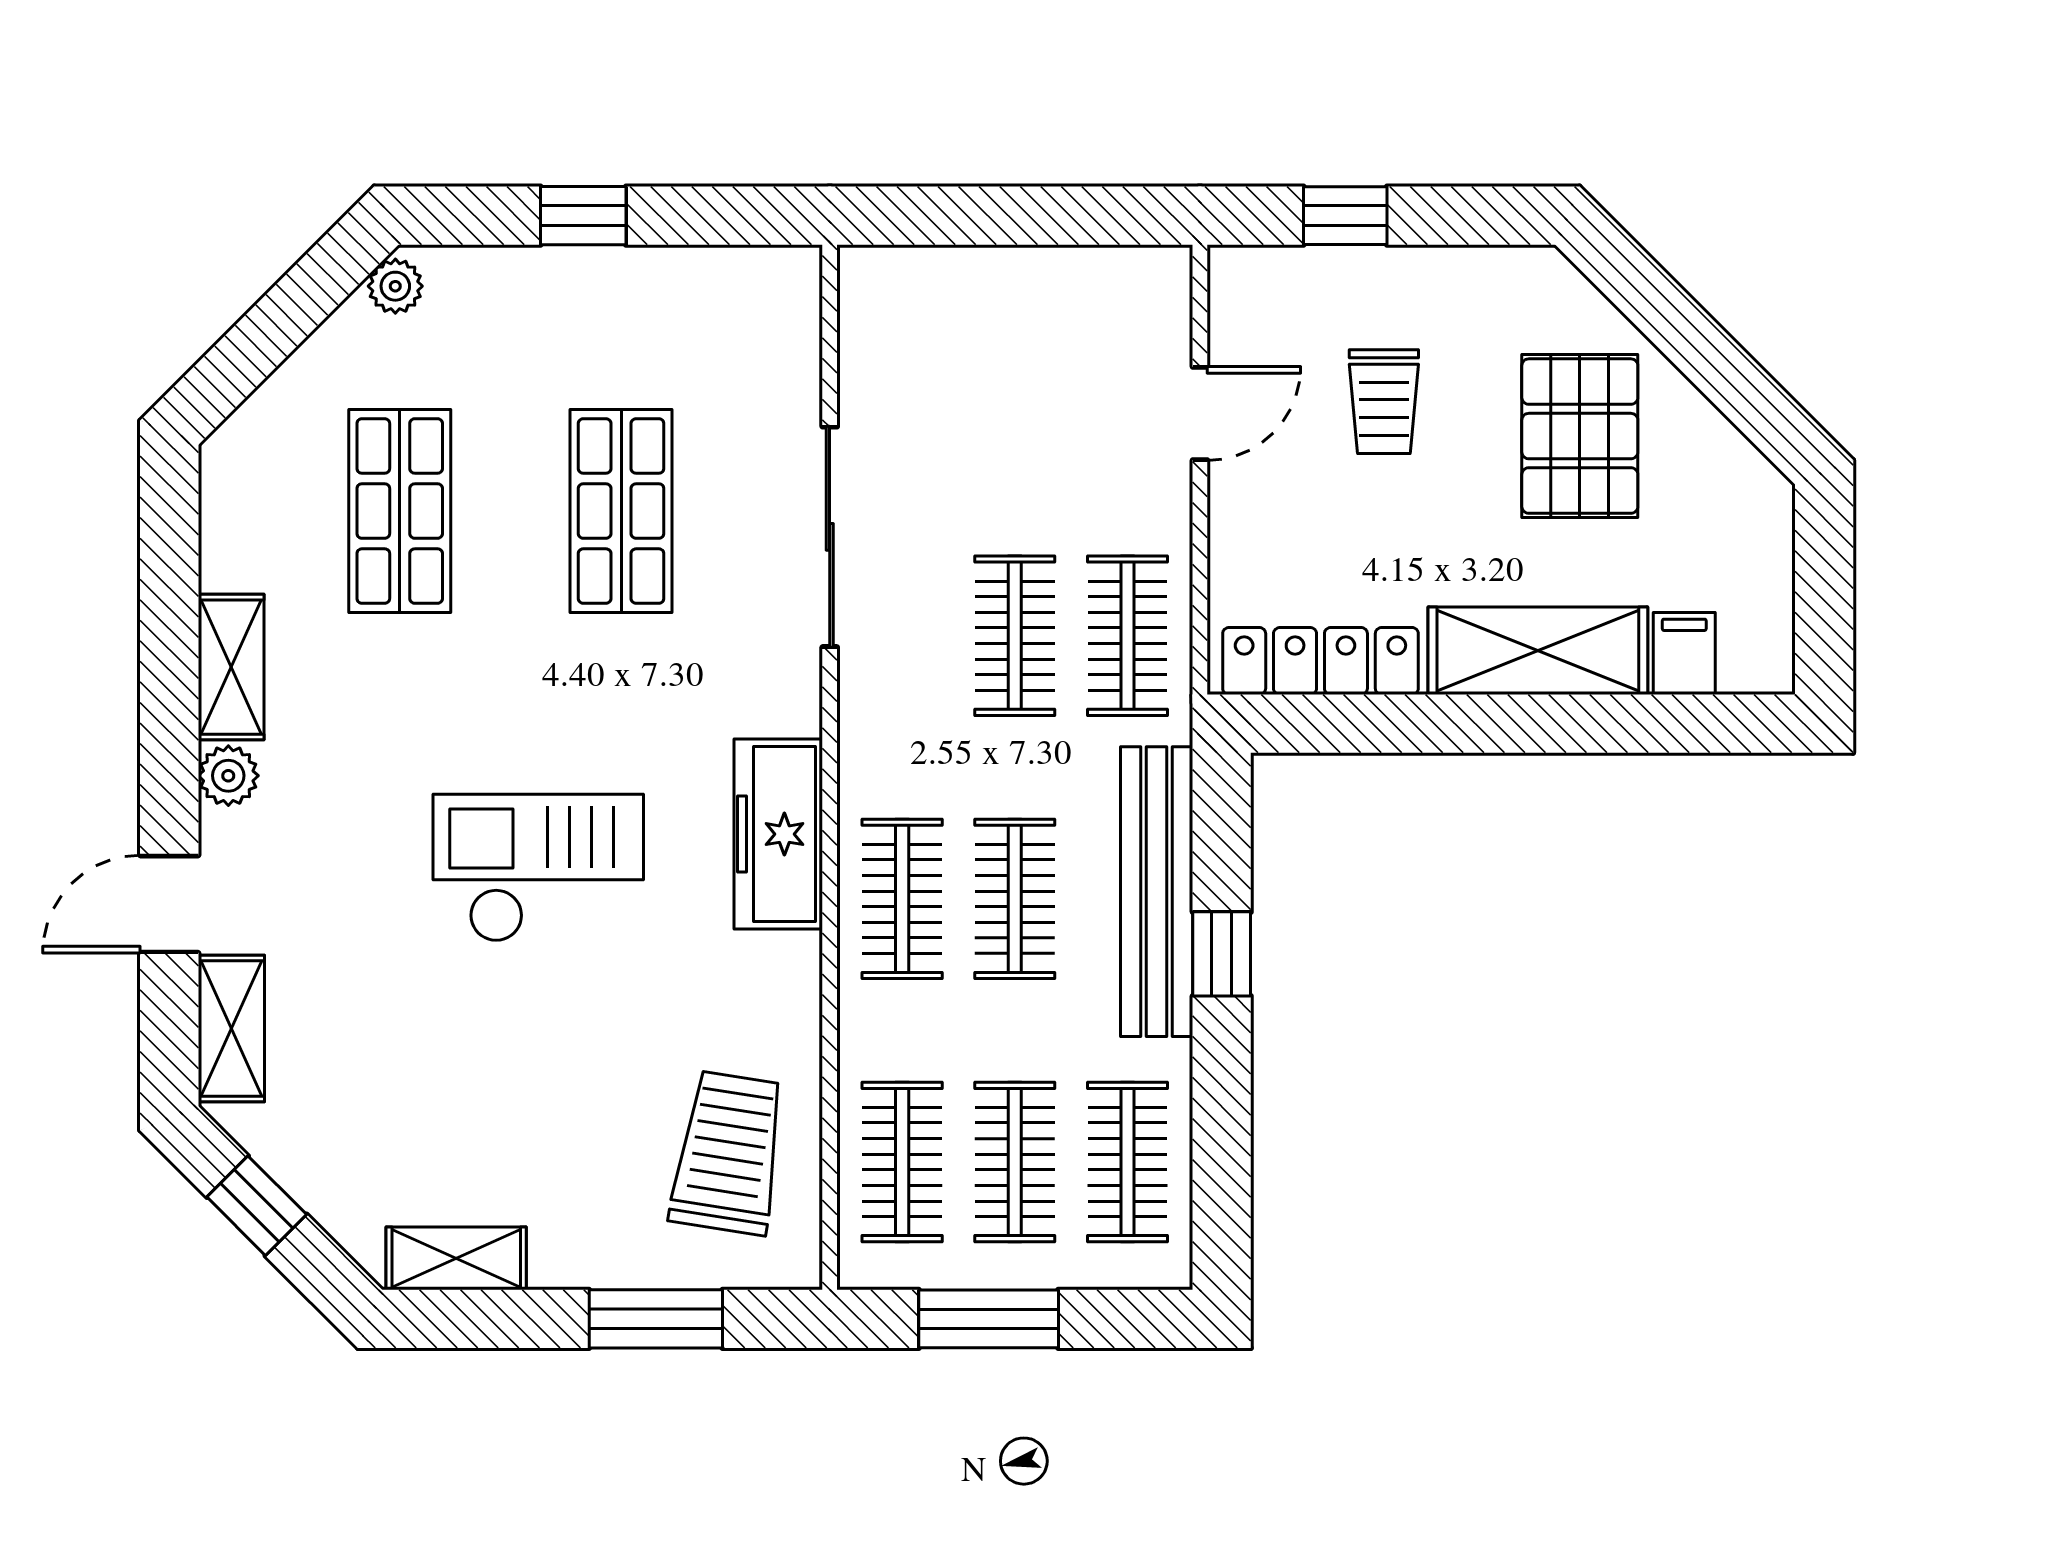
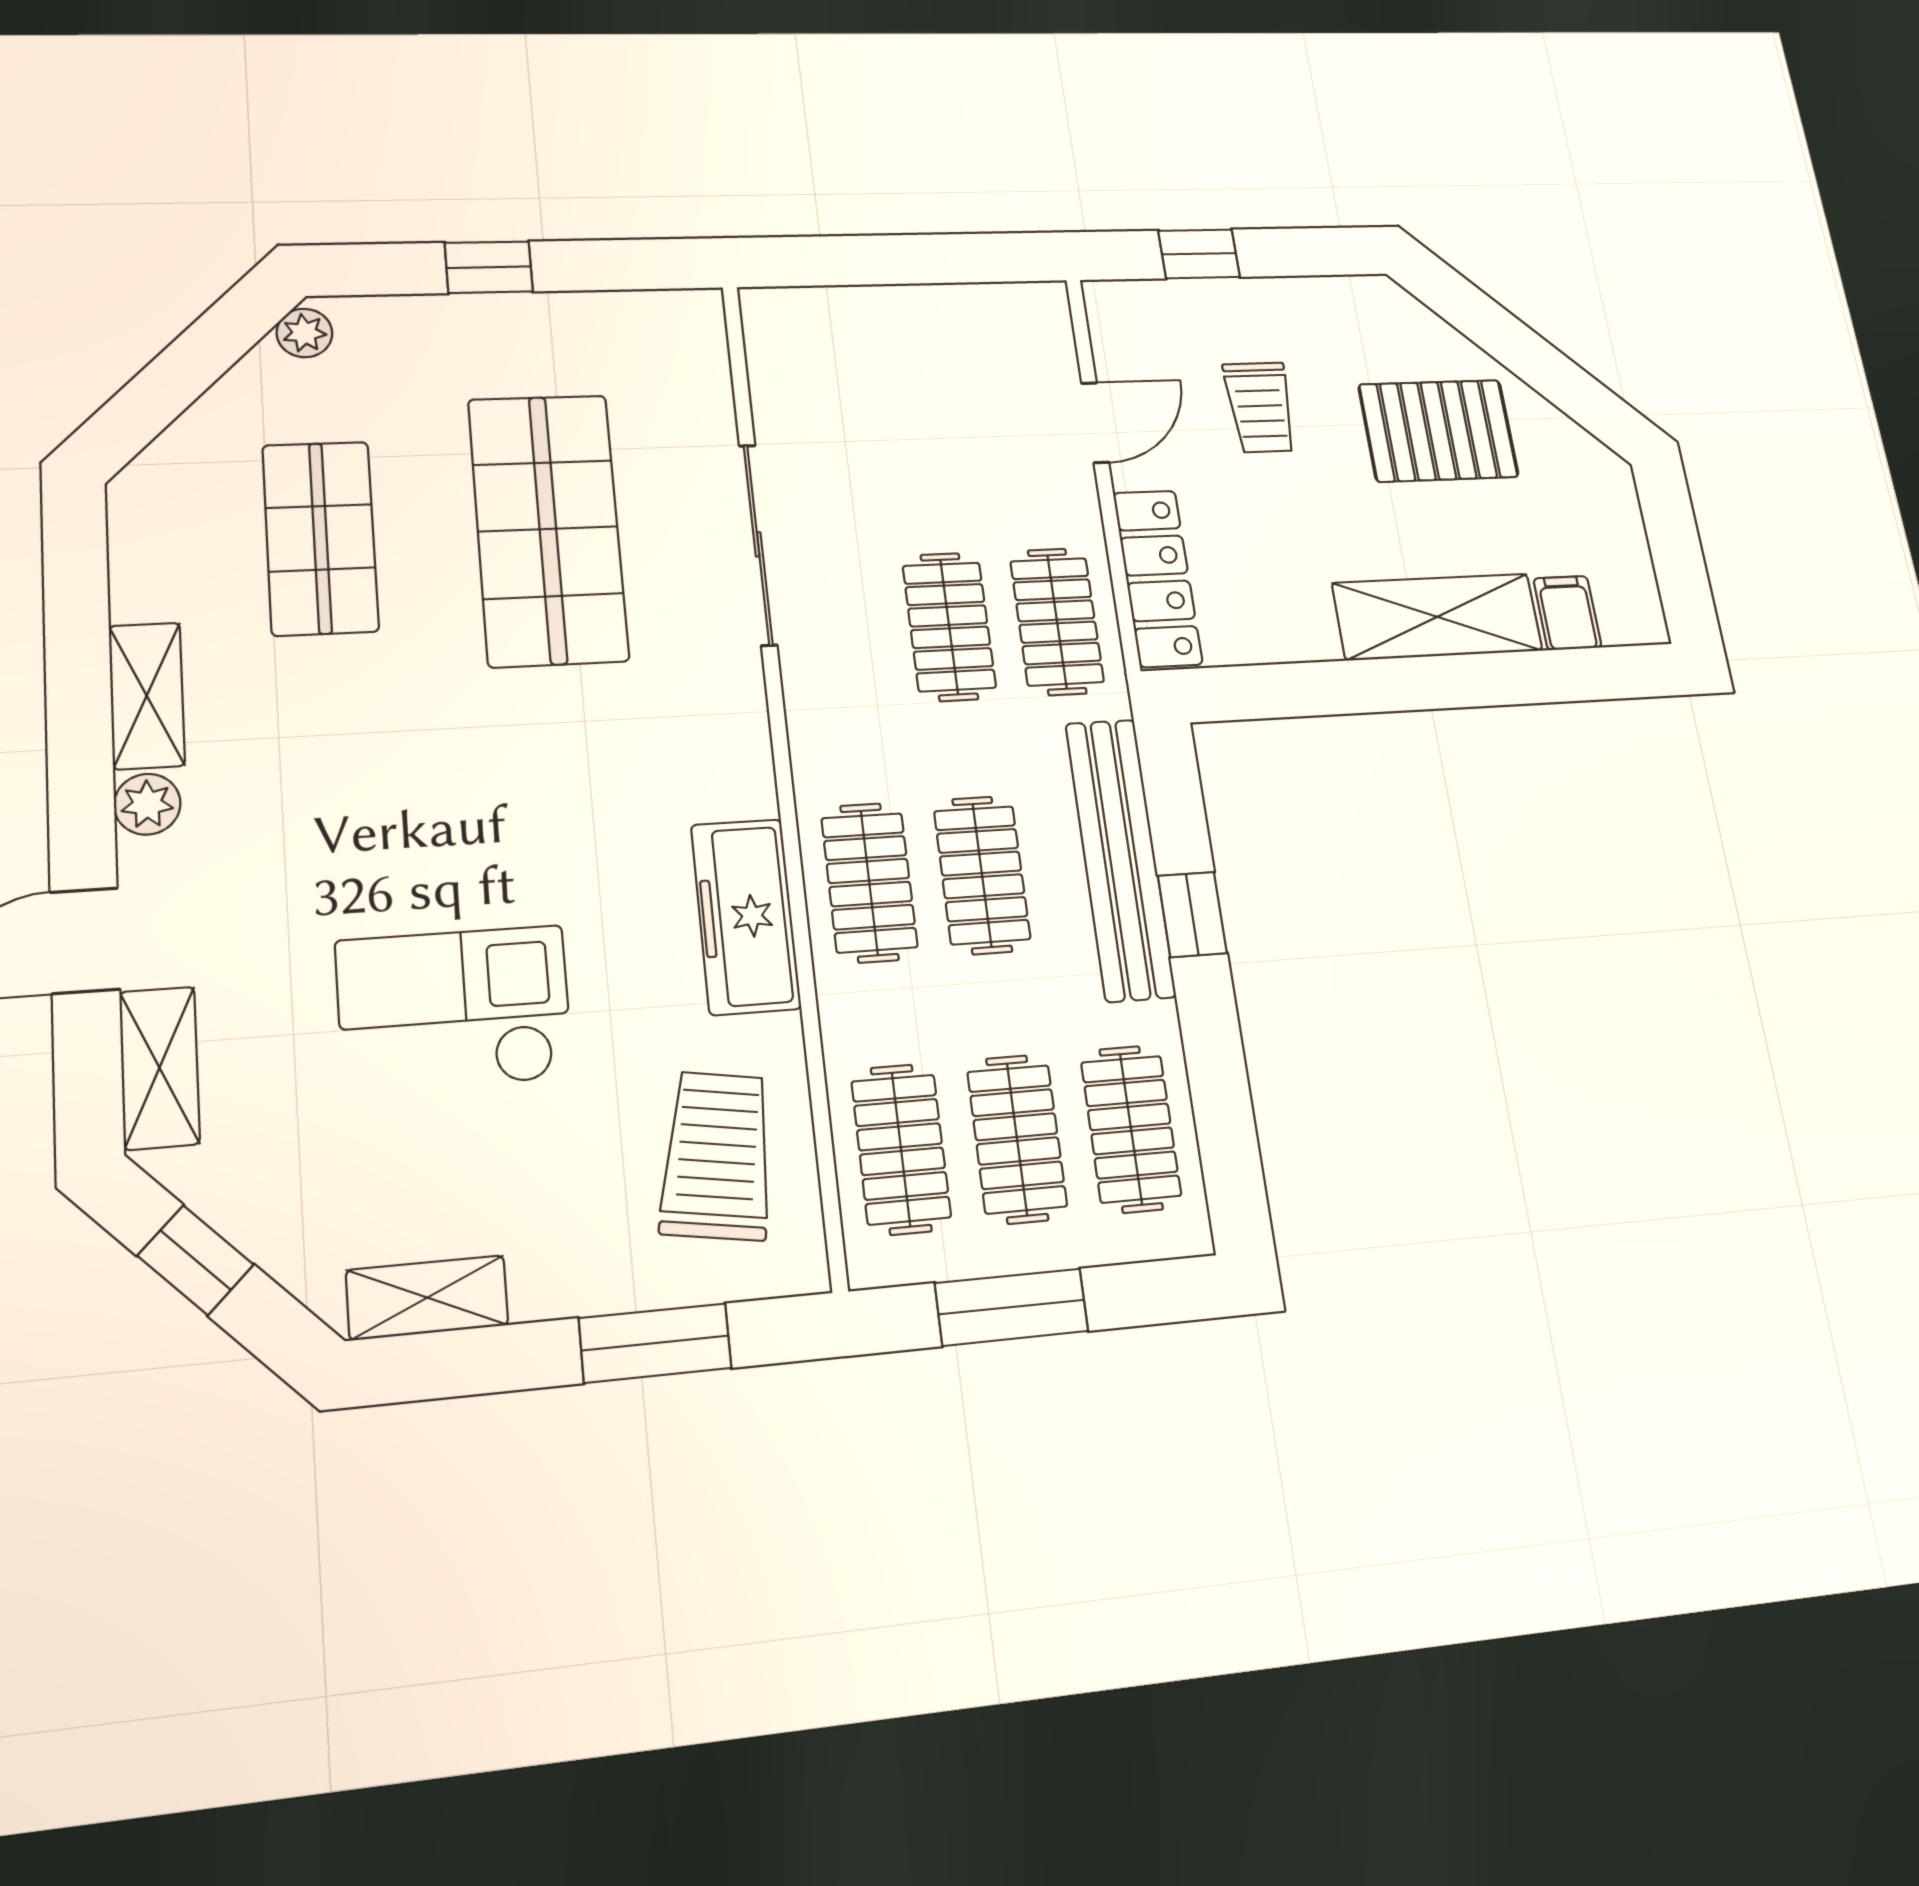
pallet: (1580, 436) -> (1438, 431), turned 90
shop shelf: (621, 511) -> (548, 529), width x1.43, depth x1.36
locker: (1320, 661) -> (1158, 578), moved, turned 90
freezer: (778, 834) -> (746, 916), moved
checkout: (538, 868) -> (454, 1009), moved

